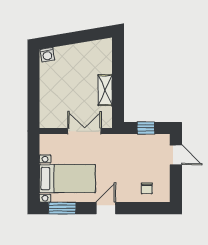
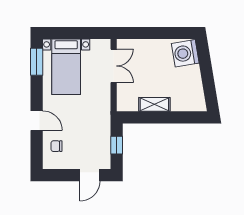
washing machine: (47, 55) -> (185, 53), width x1.89, depth x1.89
double door: (84, 131) -> (114, 66), moved
door: (106, 208) -> (37, 121), moved

